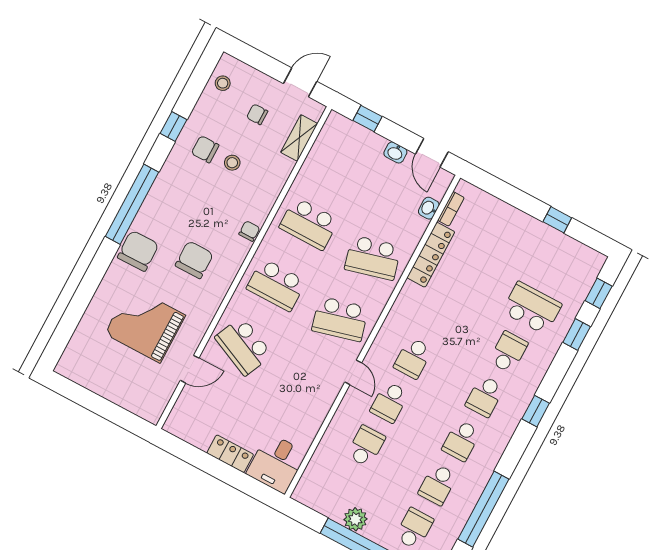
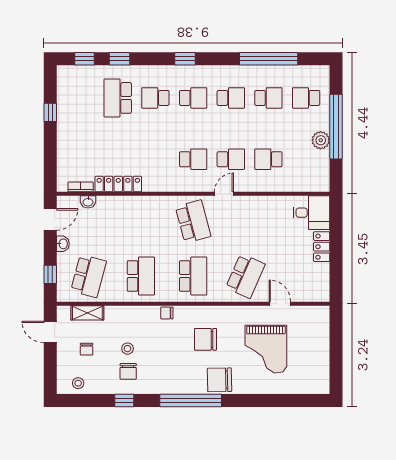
school desk: (373, 258) -> (89, 276), moved, turned 30

